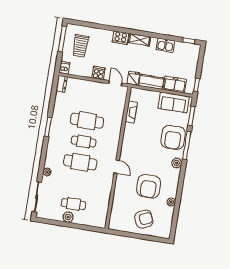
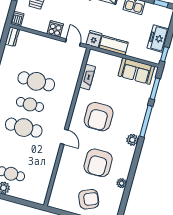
freezer: (175, 84) -> (158, 39), moved, turned -90
armchair: (173, 137) -> (99, 117), moved

